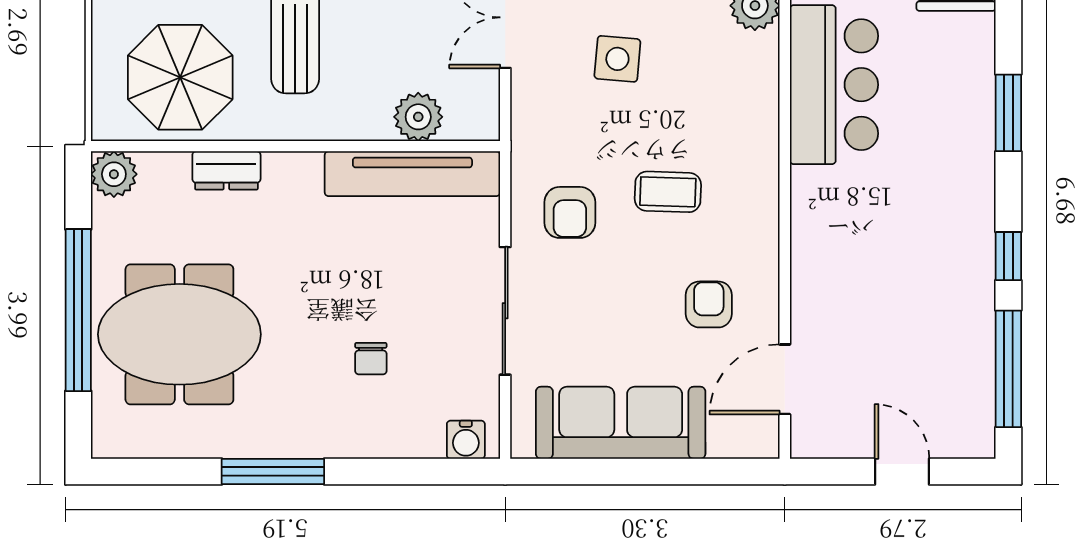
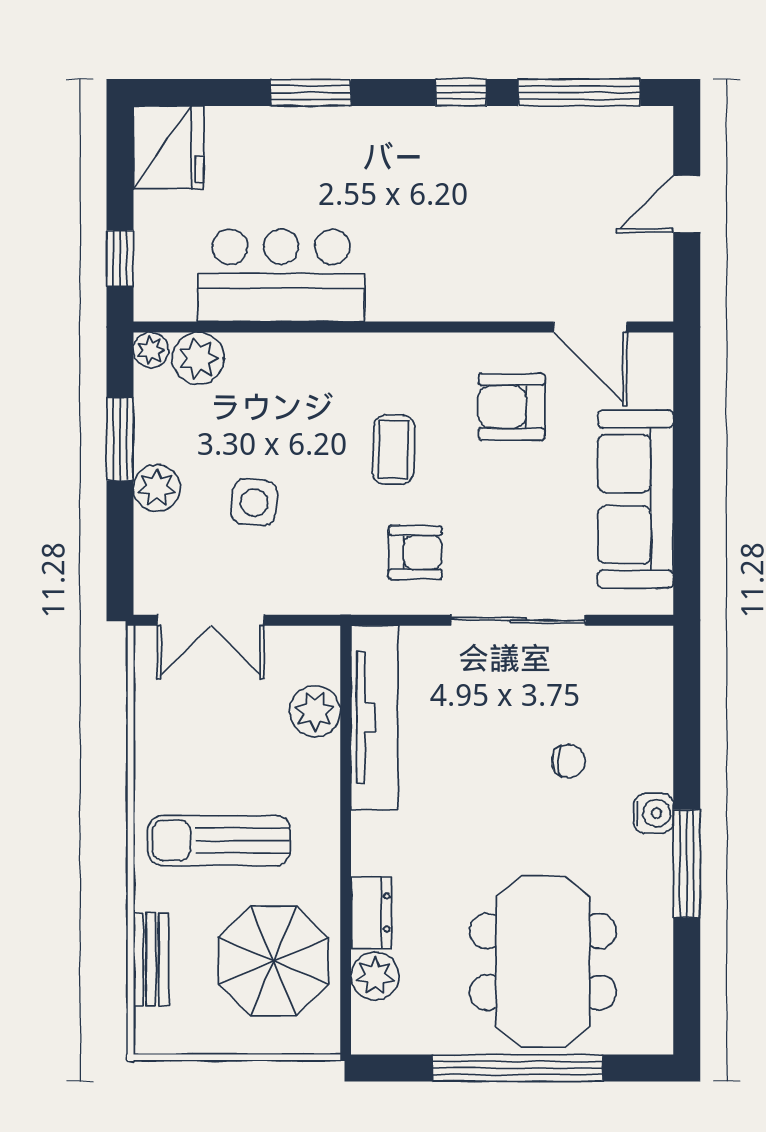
plant: (114, 174) -> (375, 976), moved
armchair: (709, 304) -> (512, 407), width x1.38, depth x1.38
water cooler: (466, 440) -> (653, 813), moved

